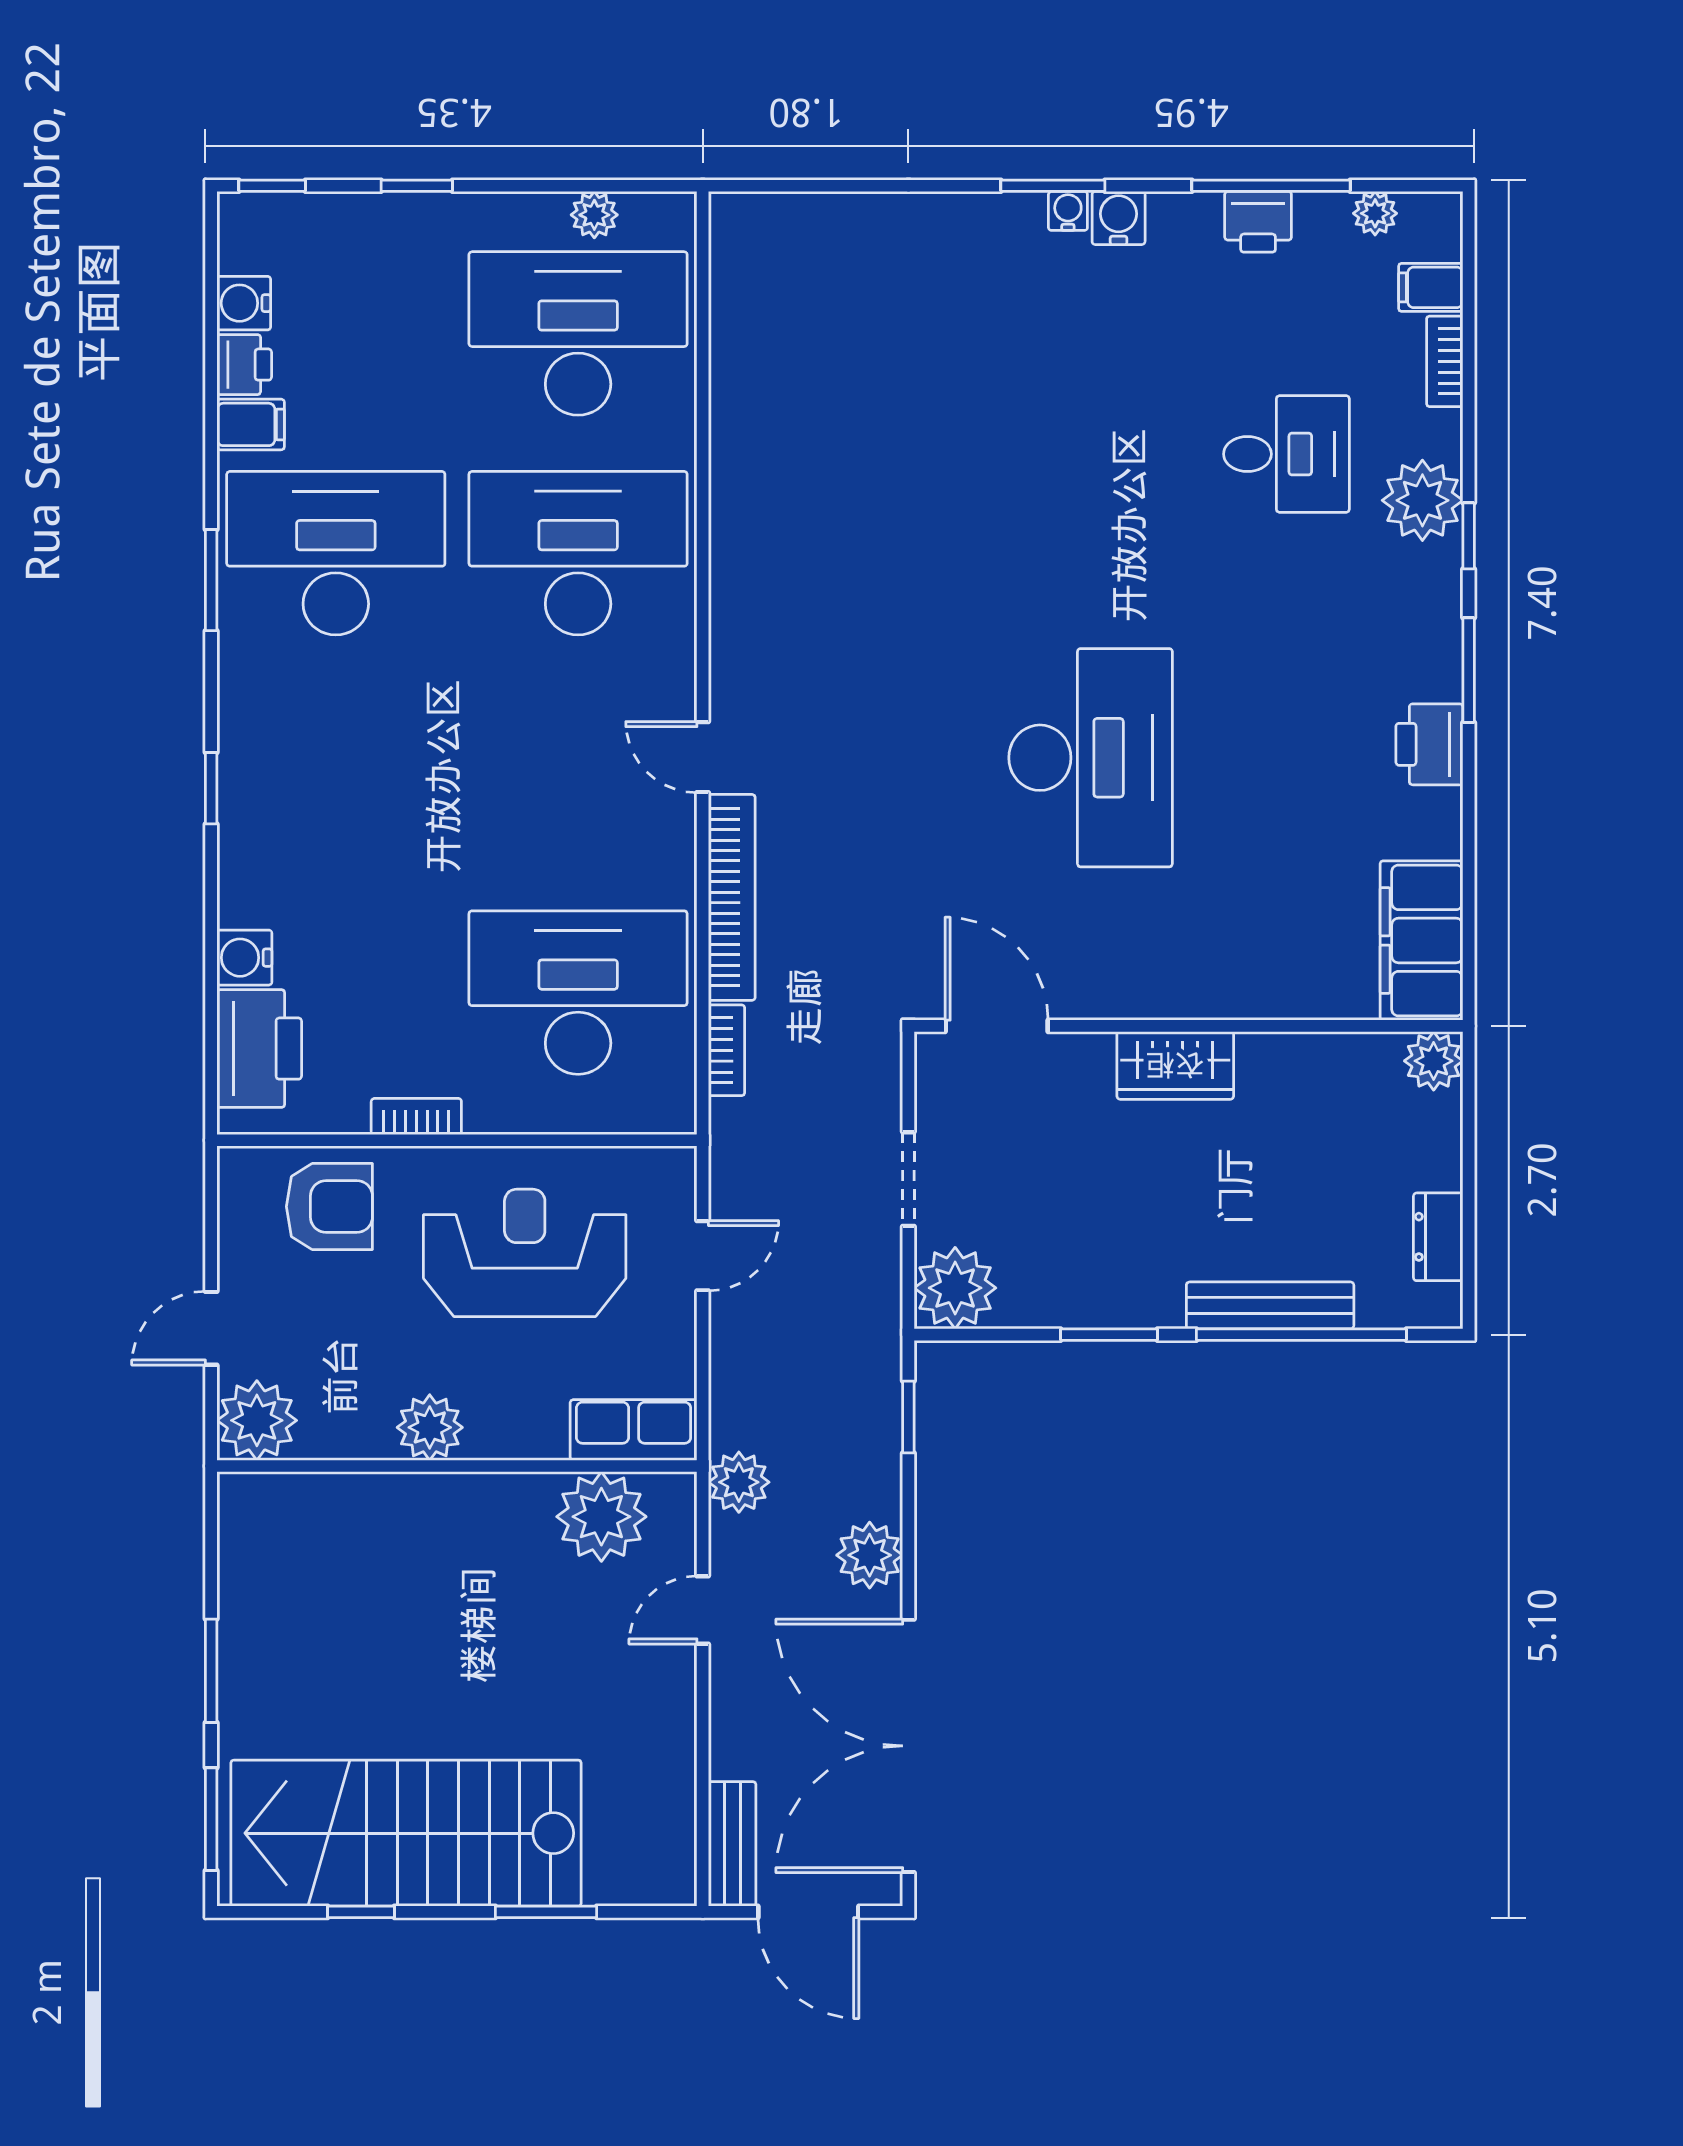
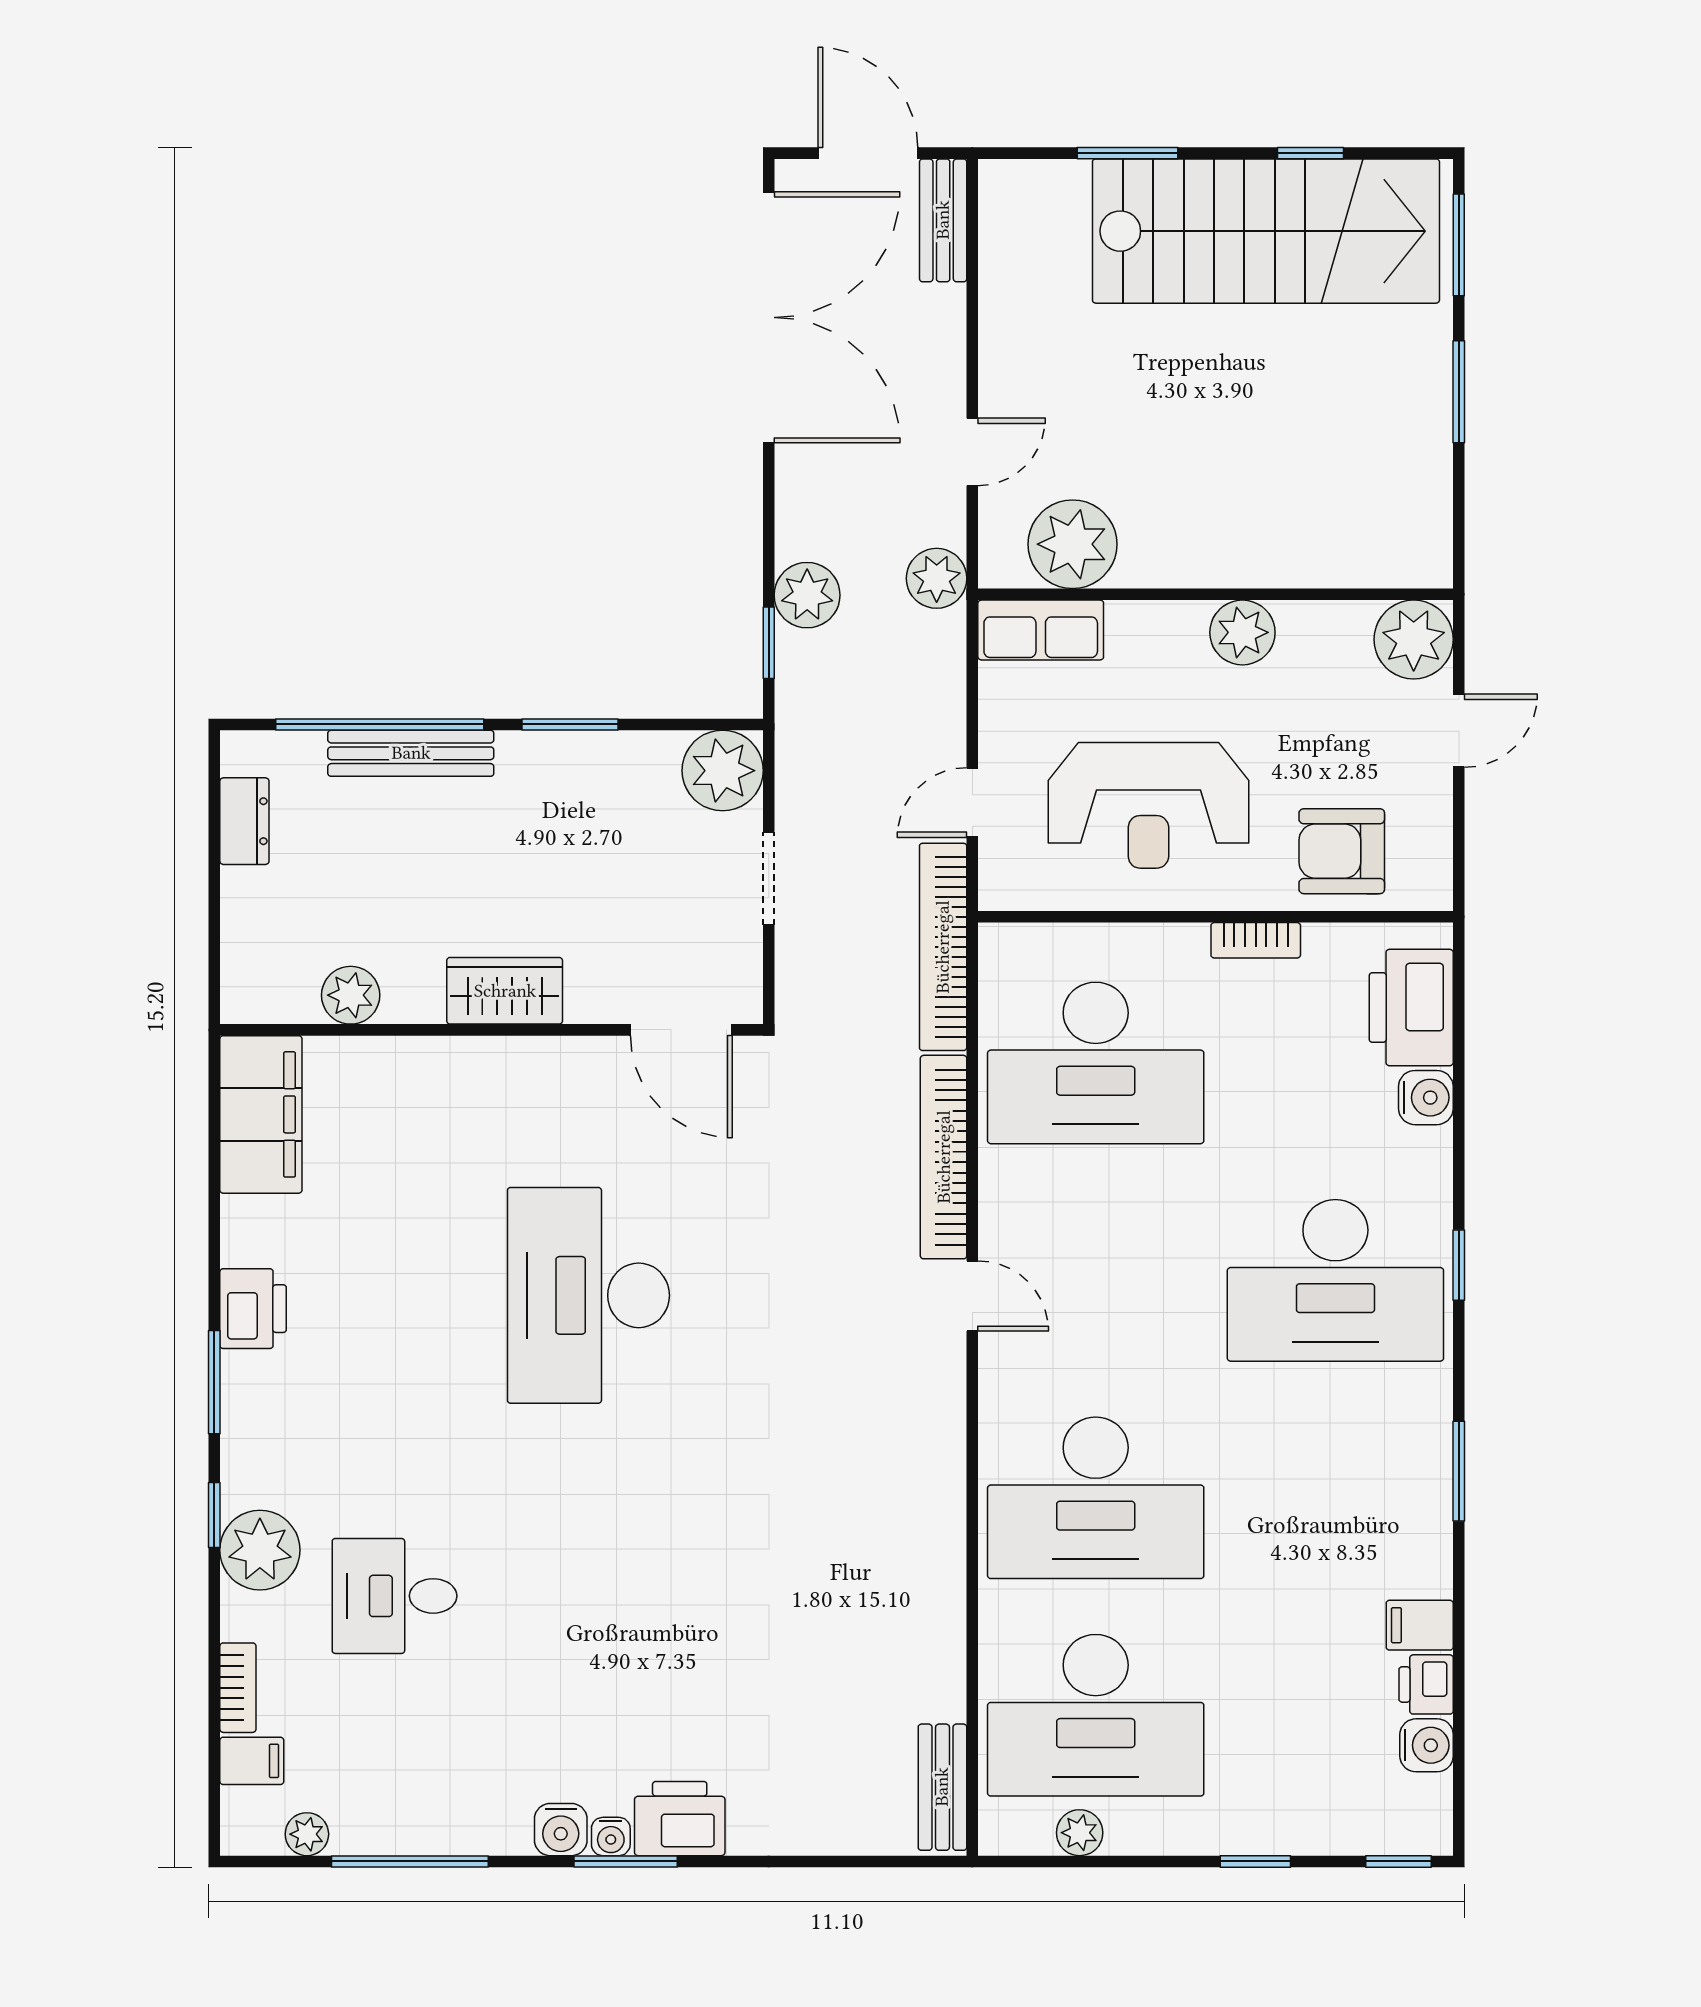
printer: (1258, 222) -> (680, 1819), moved, width x1.36, depth x1.24
bench: (733, 261) -> (942, 1787), added
desk: (336, 553) -> (1335, 1280), moved
bookcase: (727, 1050) -> (943, 947), width x2.31, depth x1.31
plant: (1434, 1061) -> (351, 995), moved
plant: (870, 1555) -> (807, 595), moved

